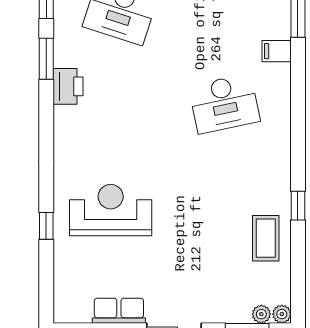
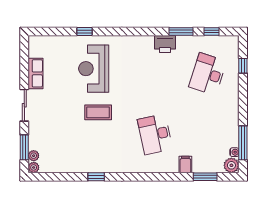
reception desk: (111, 210) -> (94, 69), turned 180
coffee table: (266, 238) -> (98, 112), moved

